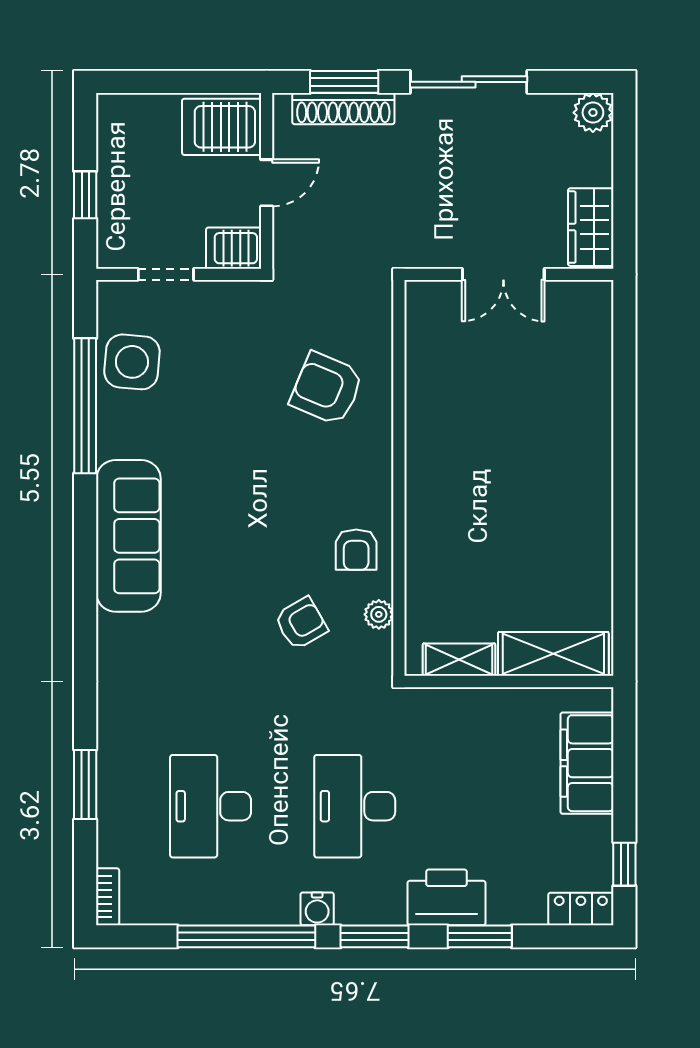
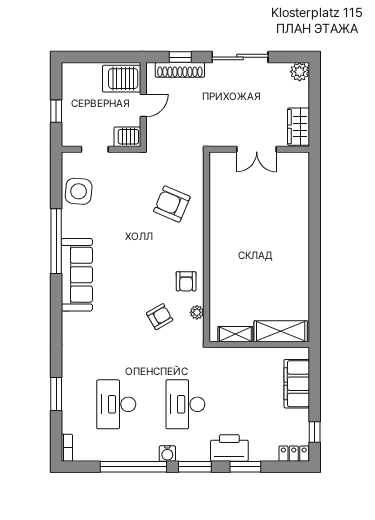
window: (344, 82) -> (180, 57), width x0.67
window: (85, 406) -> (56, 241), moved

